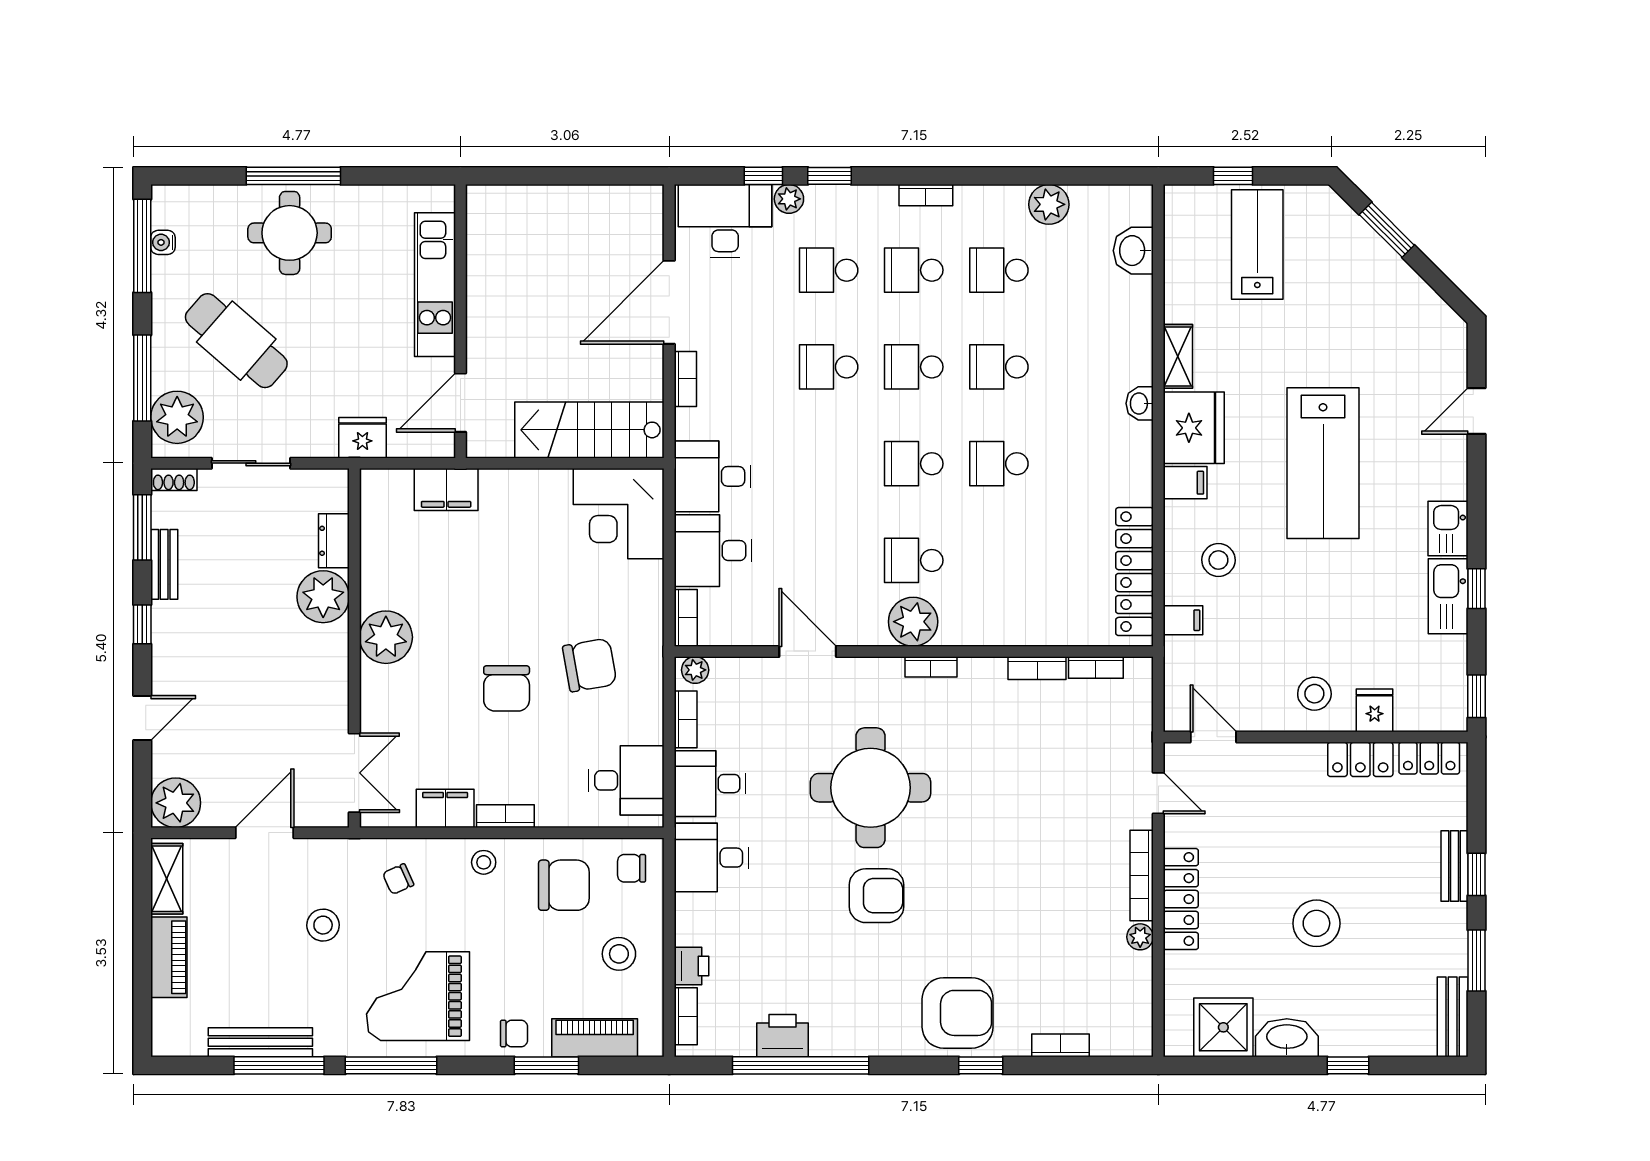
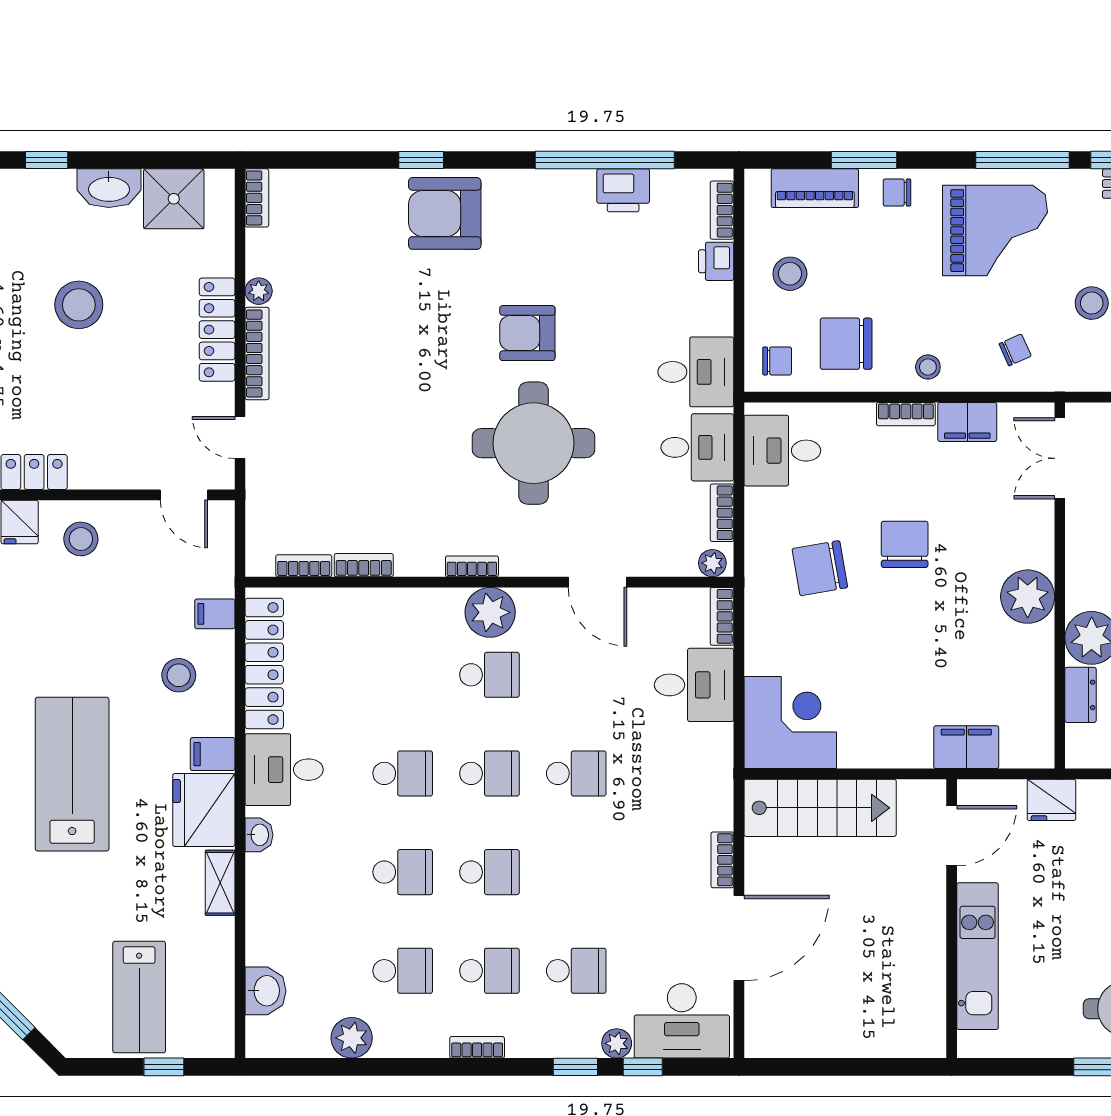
school desk: (829, 367) -> (576, 773), moved
desk: (712, 476) -> (284, 770), moved, turned 180
bookcase: (1060, 1045) -> (257, 198), moved, turned -90

